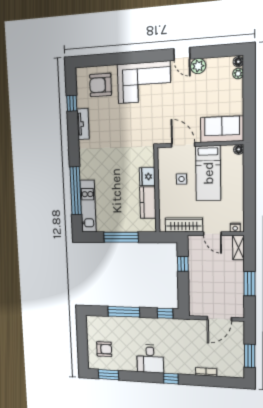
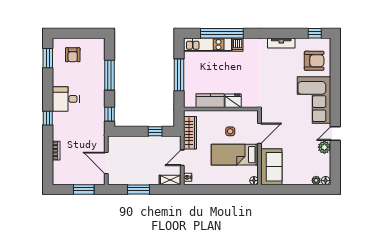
armchair: (100, 85) -> (314, 61), turned 90
window: (72, 103) -> (315, 33), moved
dishwasher: (87, 173) -> (238, 45), added
window: (250, 356) -> (84, 189), moved

